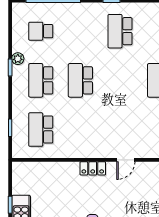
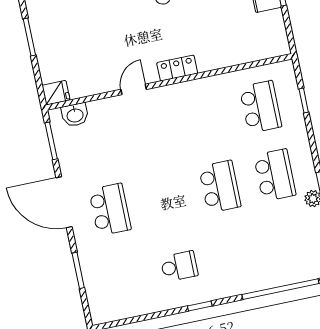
school desk: (41, 31) -> (289, 243), removed
school desk: (120, 31) -> (179, 266), width x0.54

